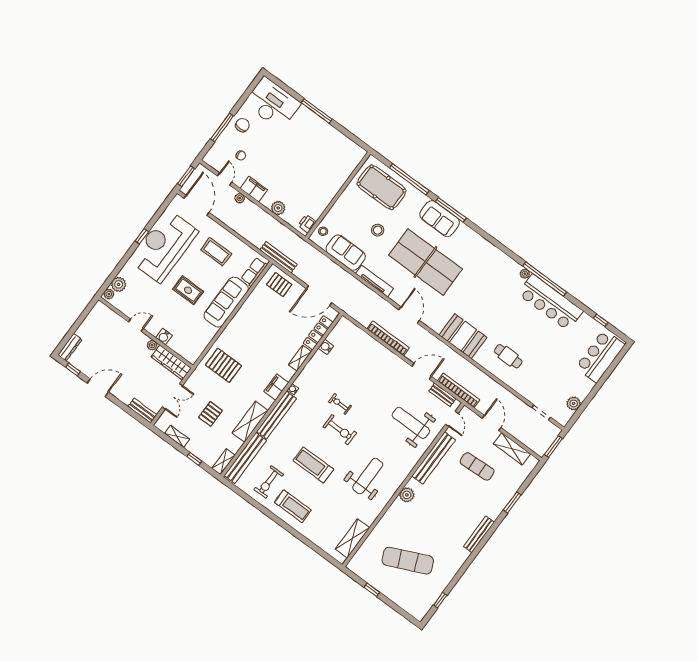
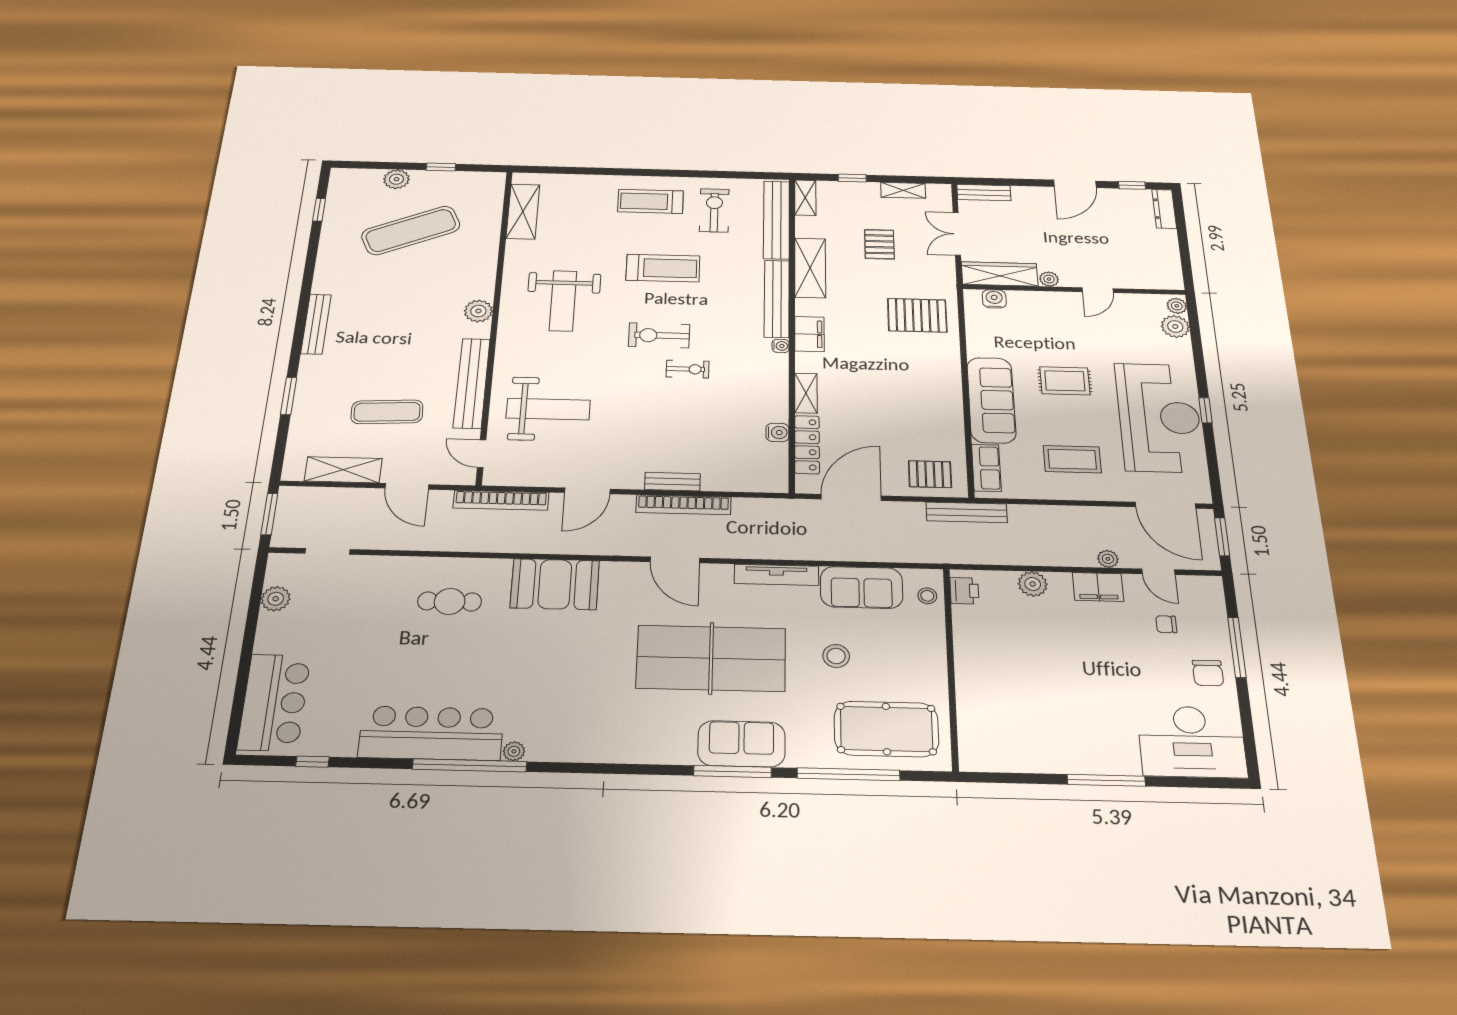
water cooler: (164, 337) -> (994, 299), moved
bench: (442, 395) -> (672, 482), moved
plant: (396, 596) -> (397, 179), added

